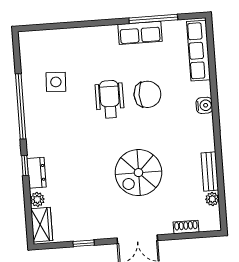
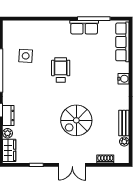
chair: (147, 94) -> (86, 69), removed

